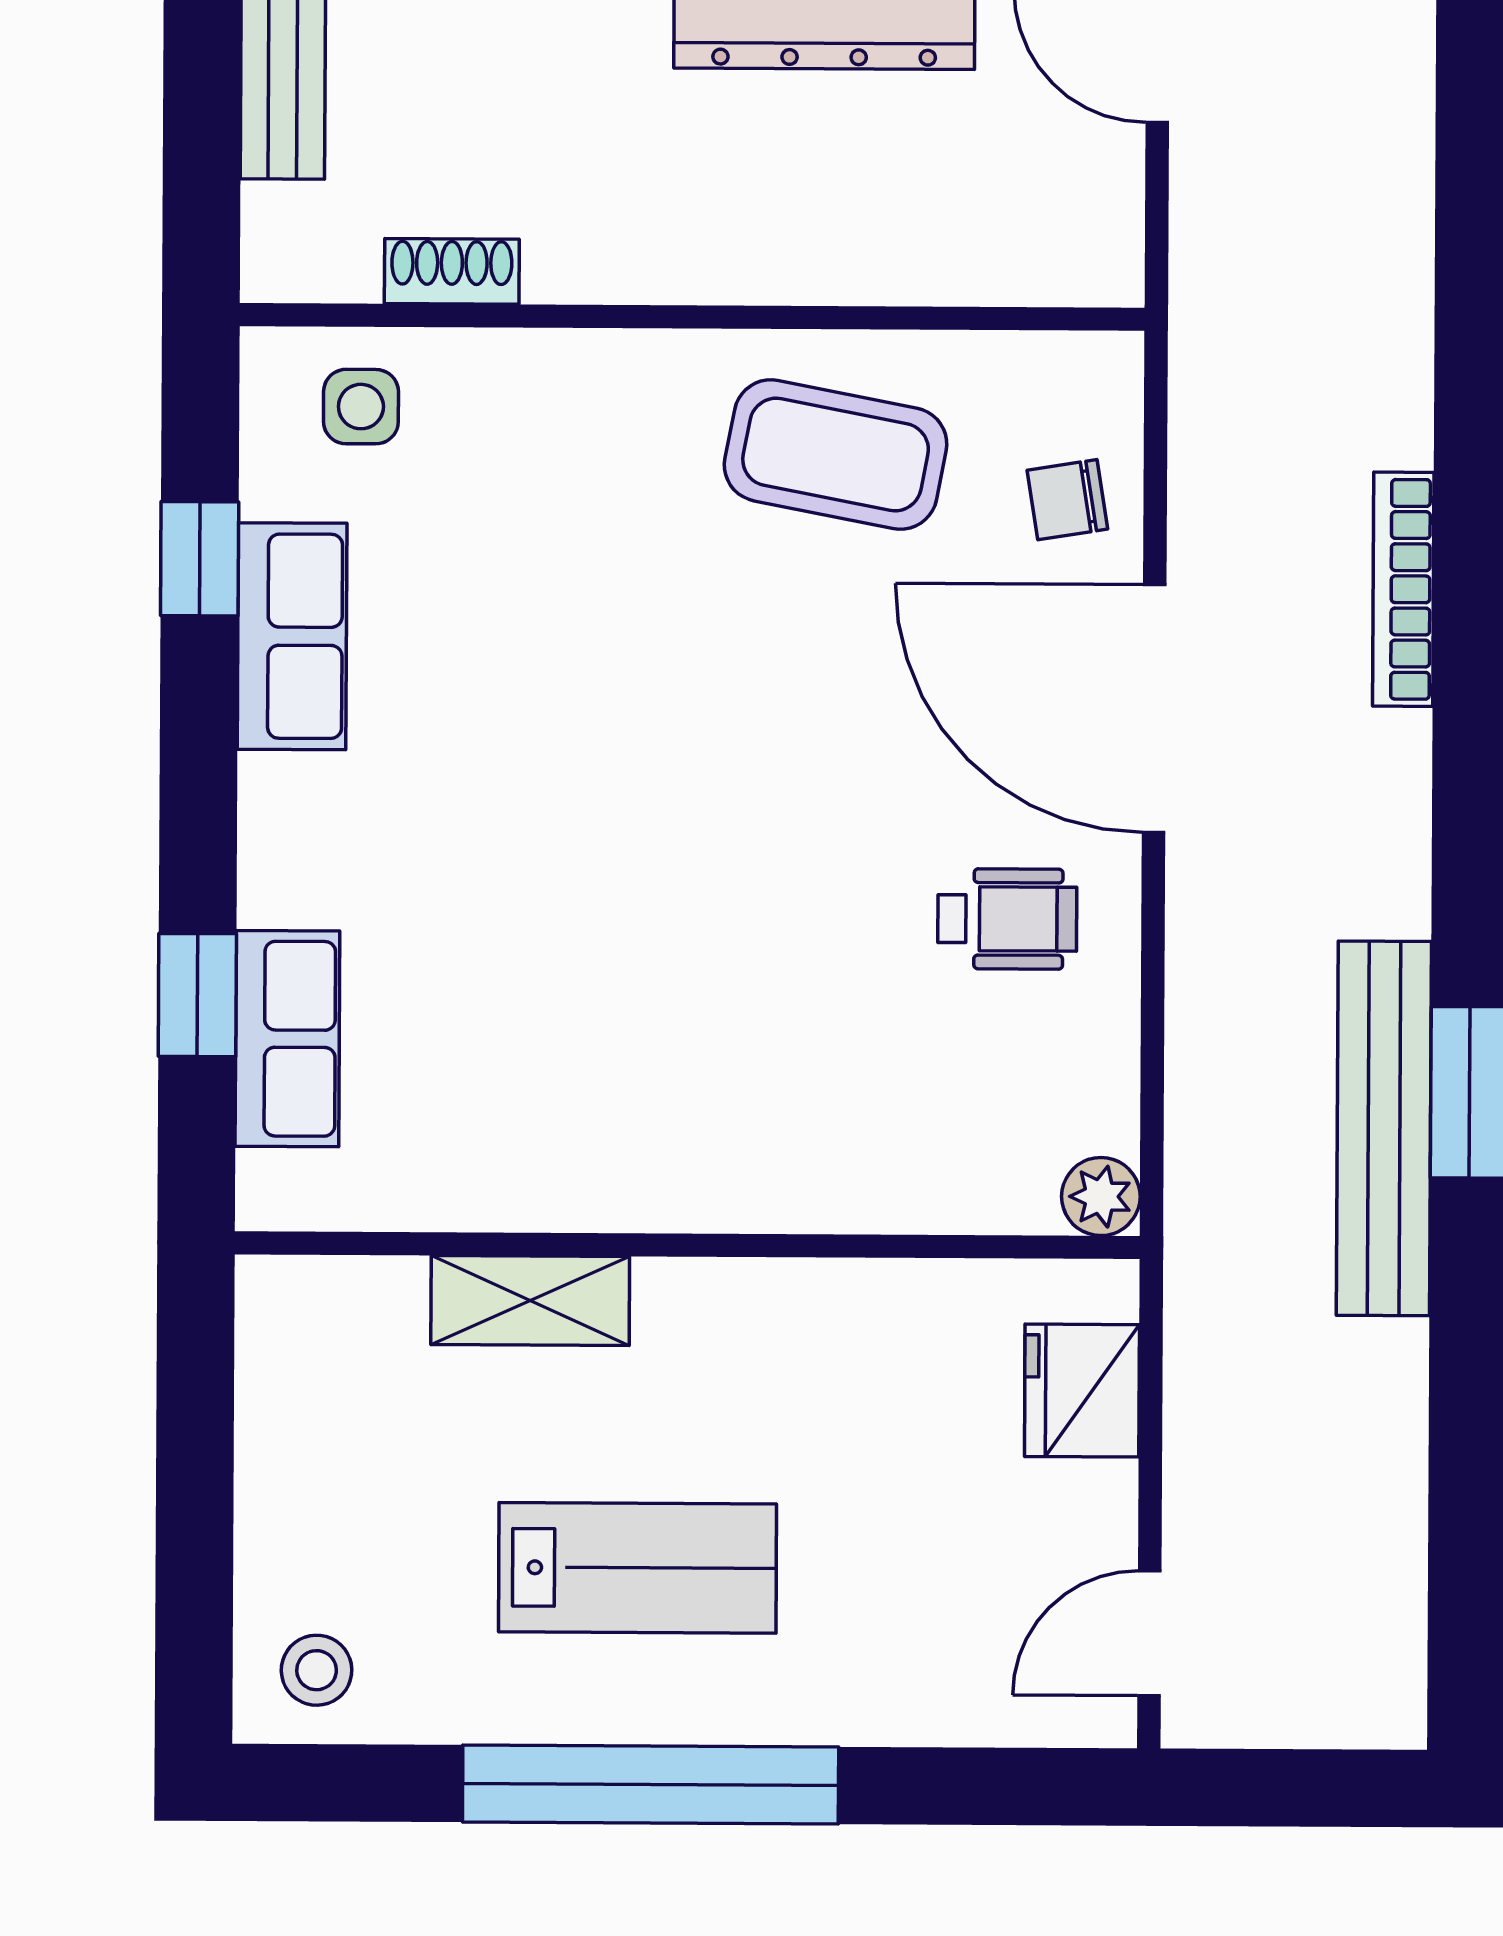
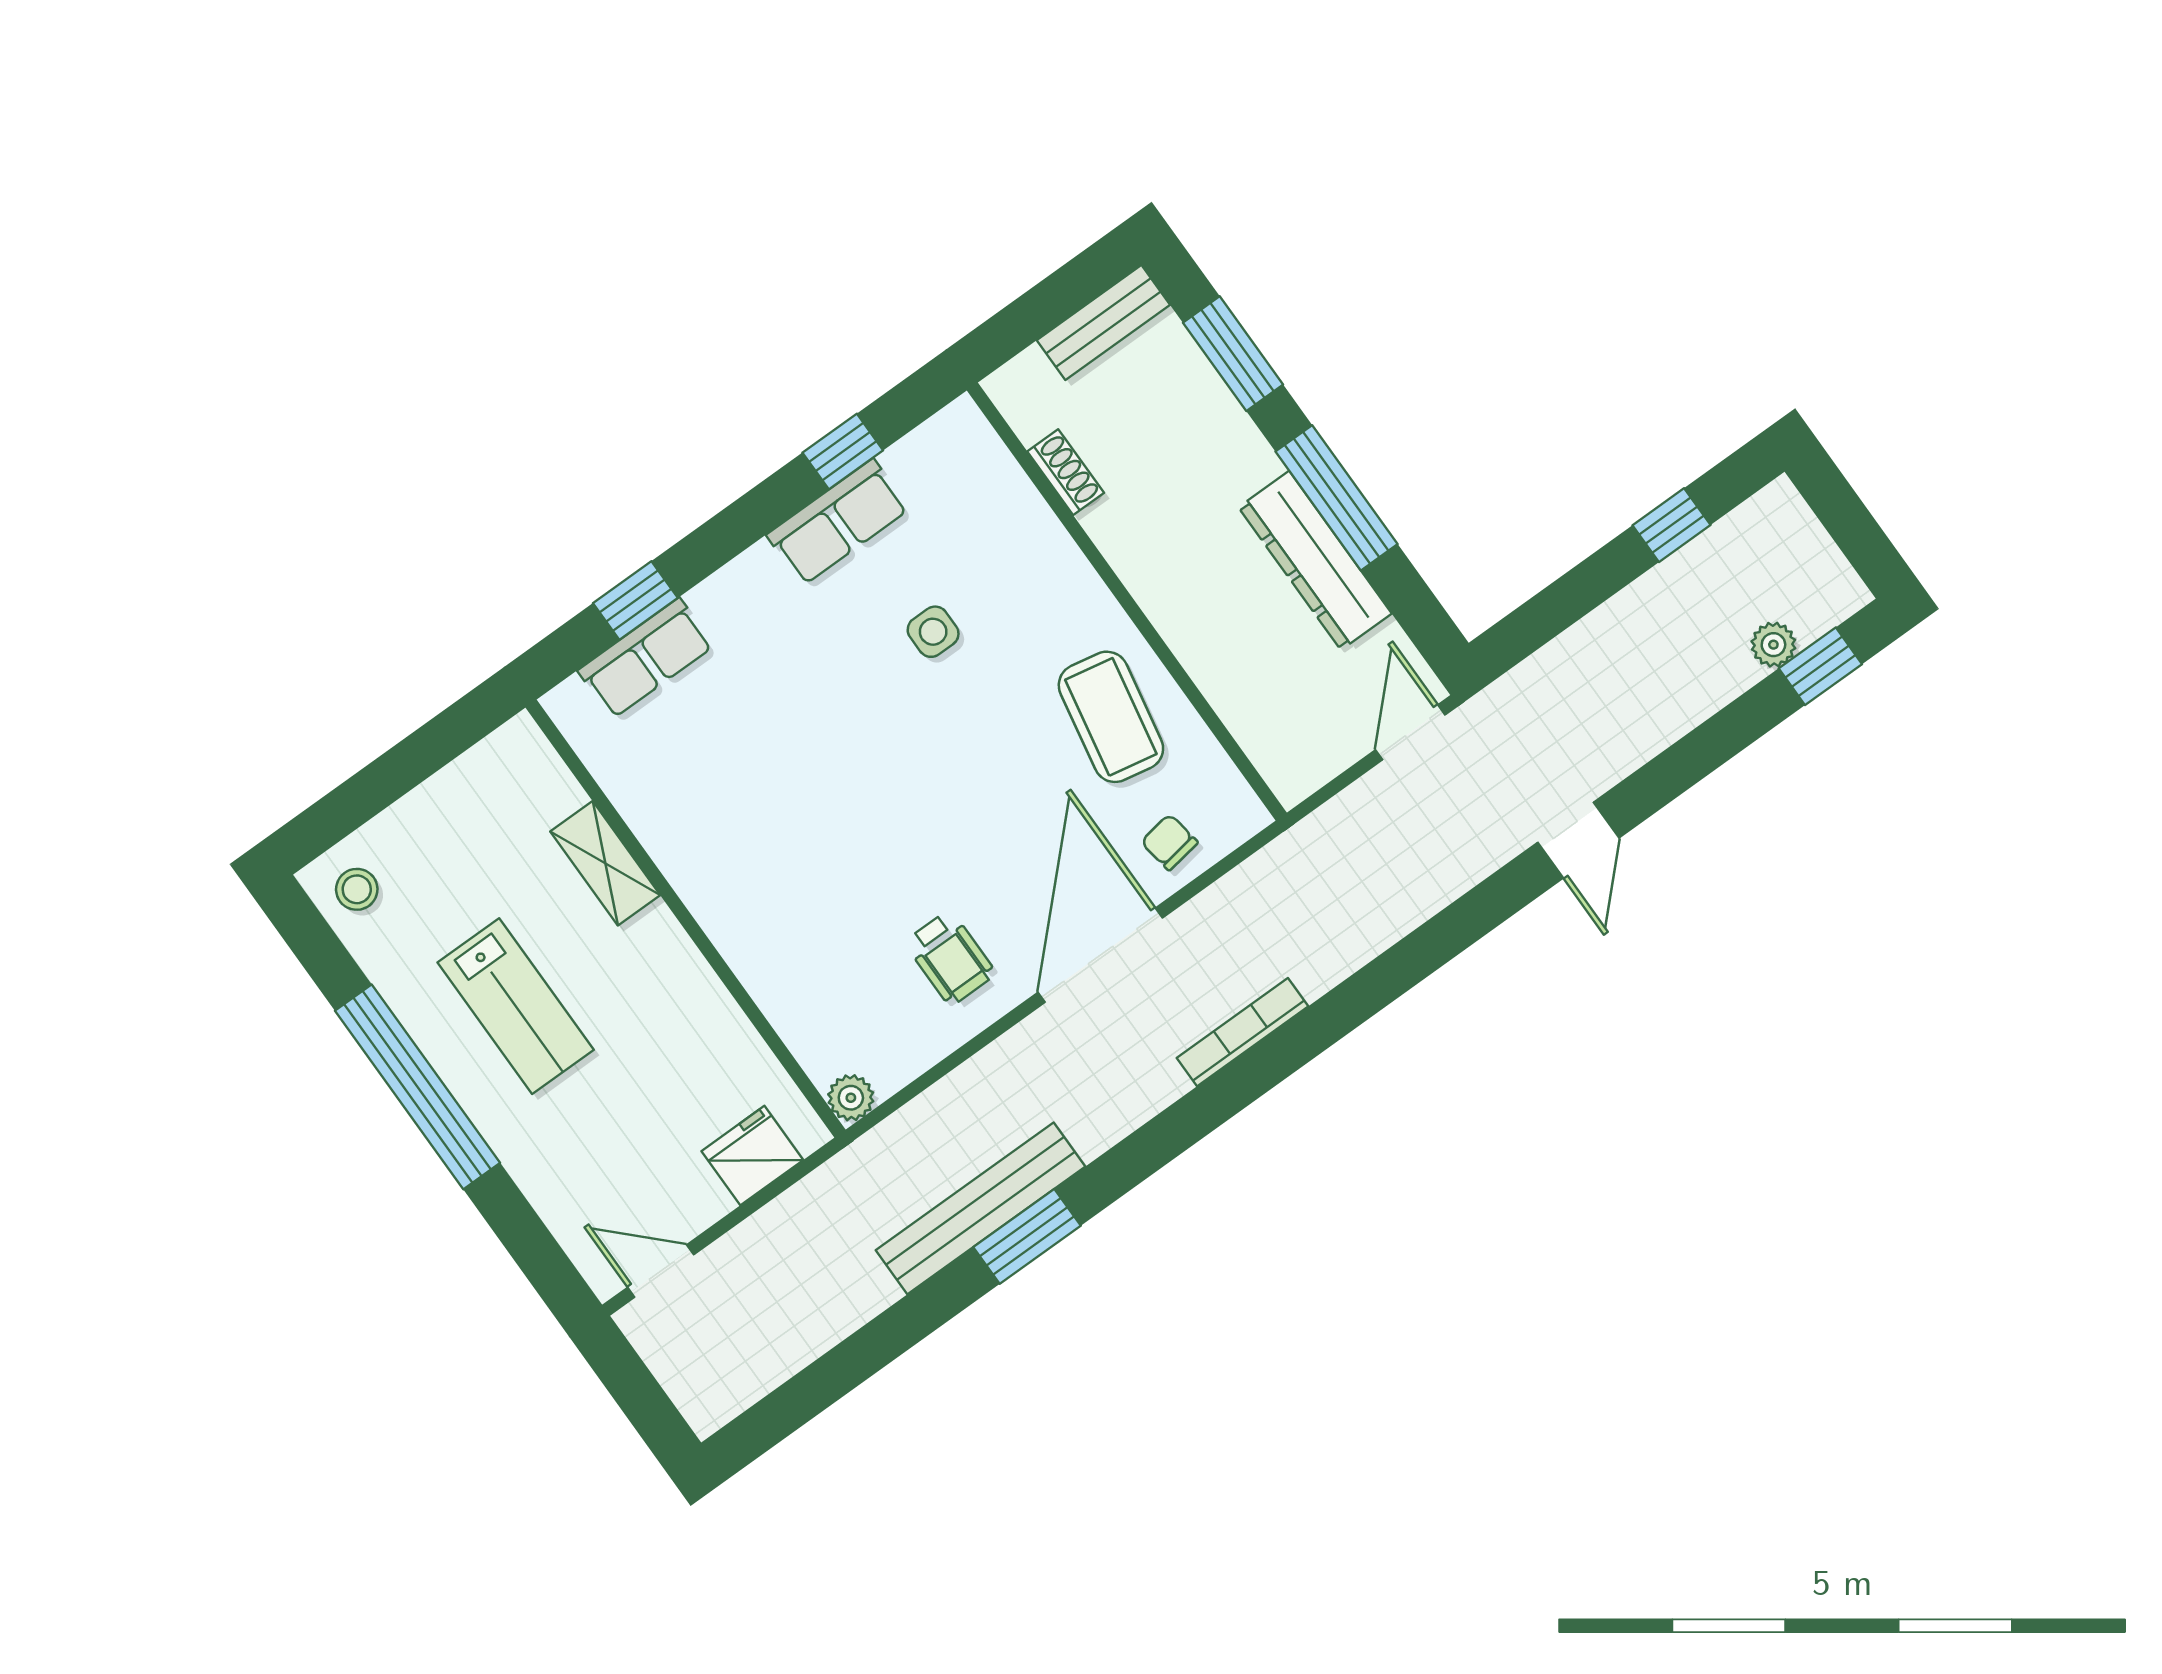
side table: (361, 407) -> (933, 632), moved

